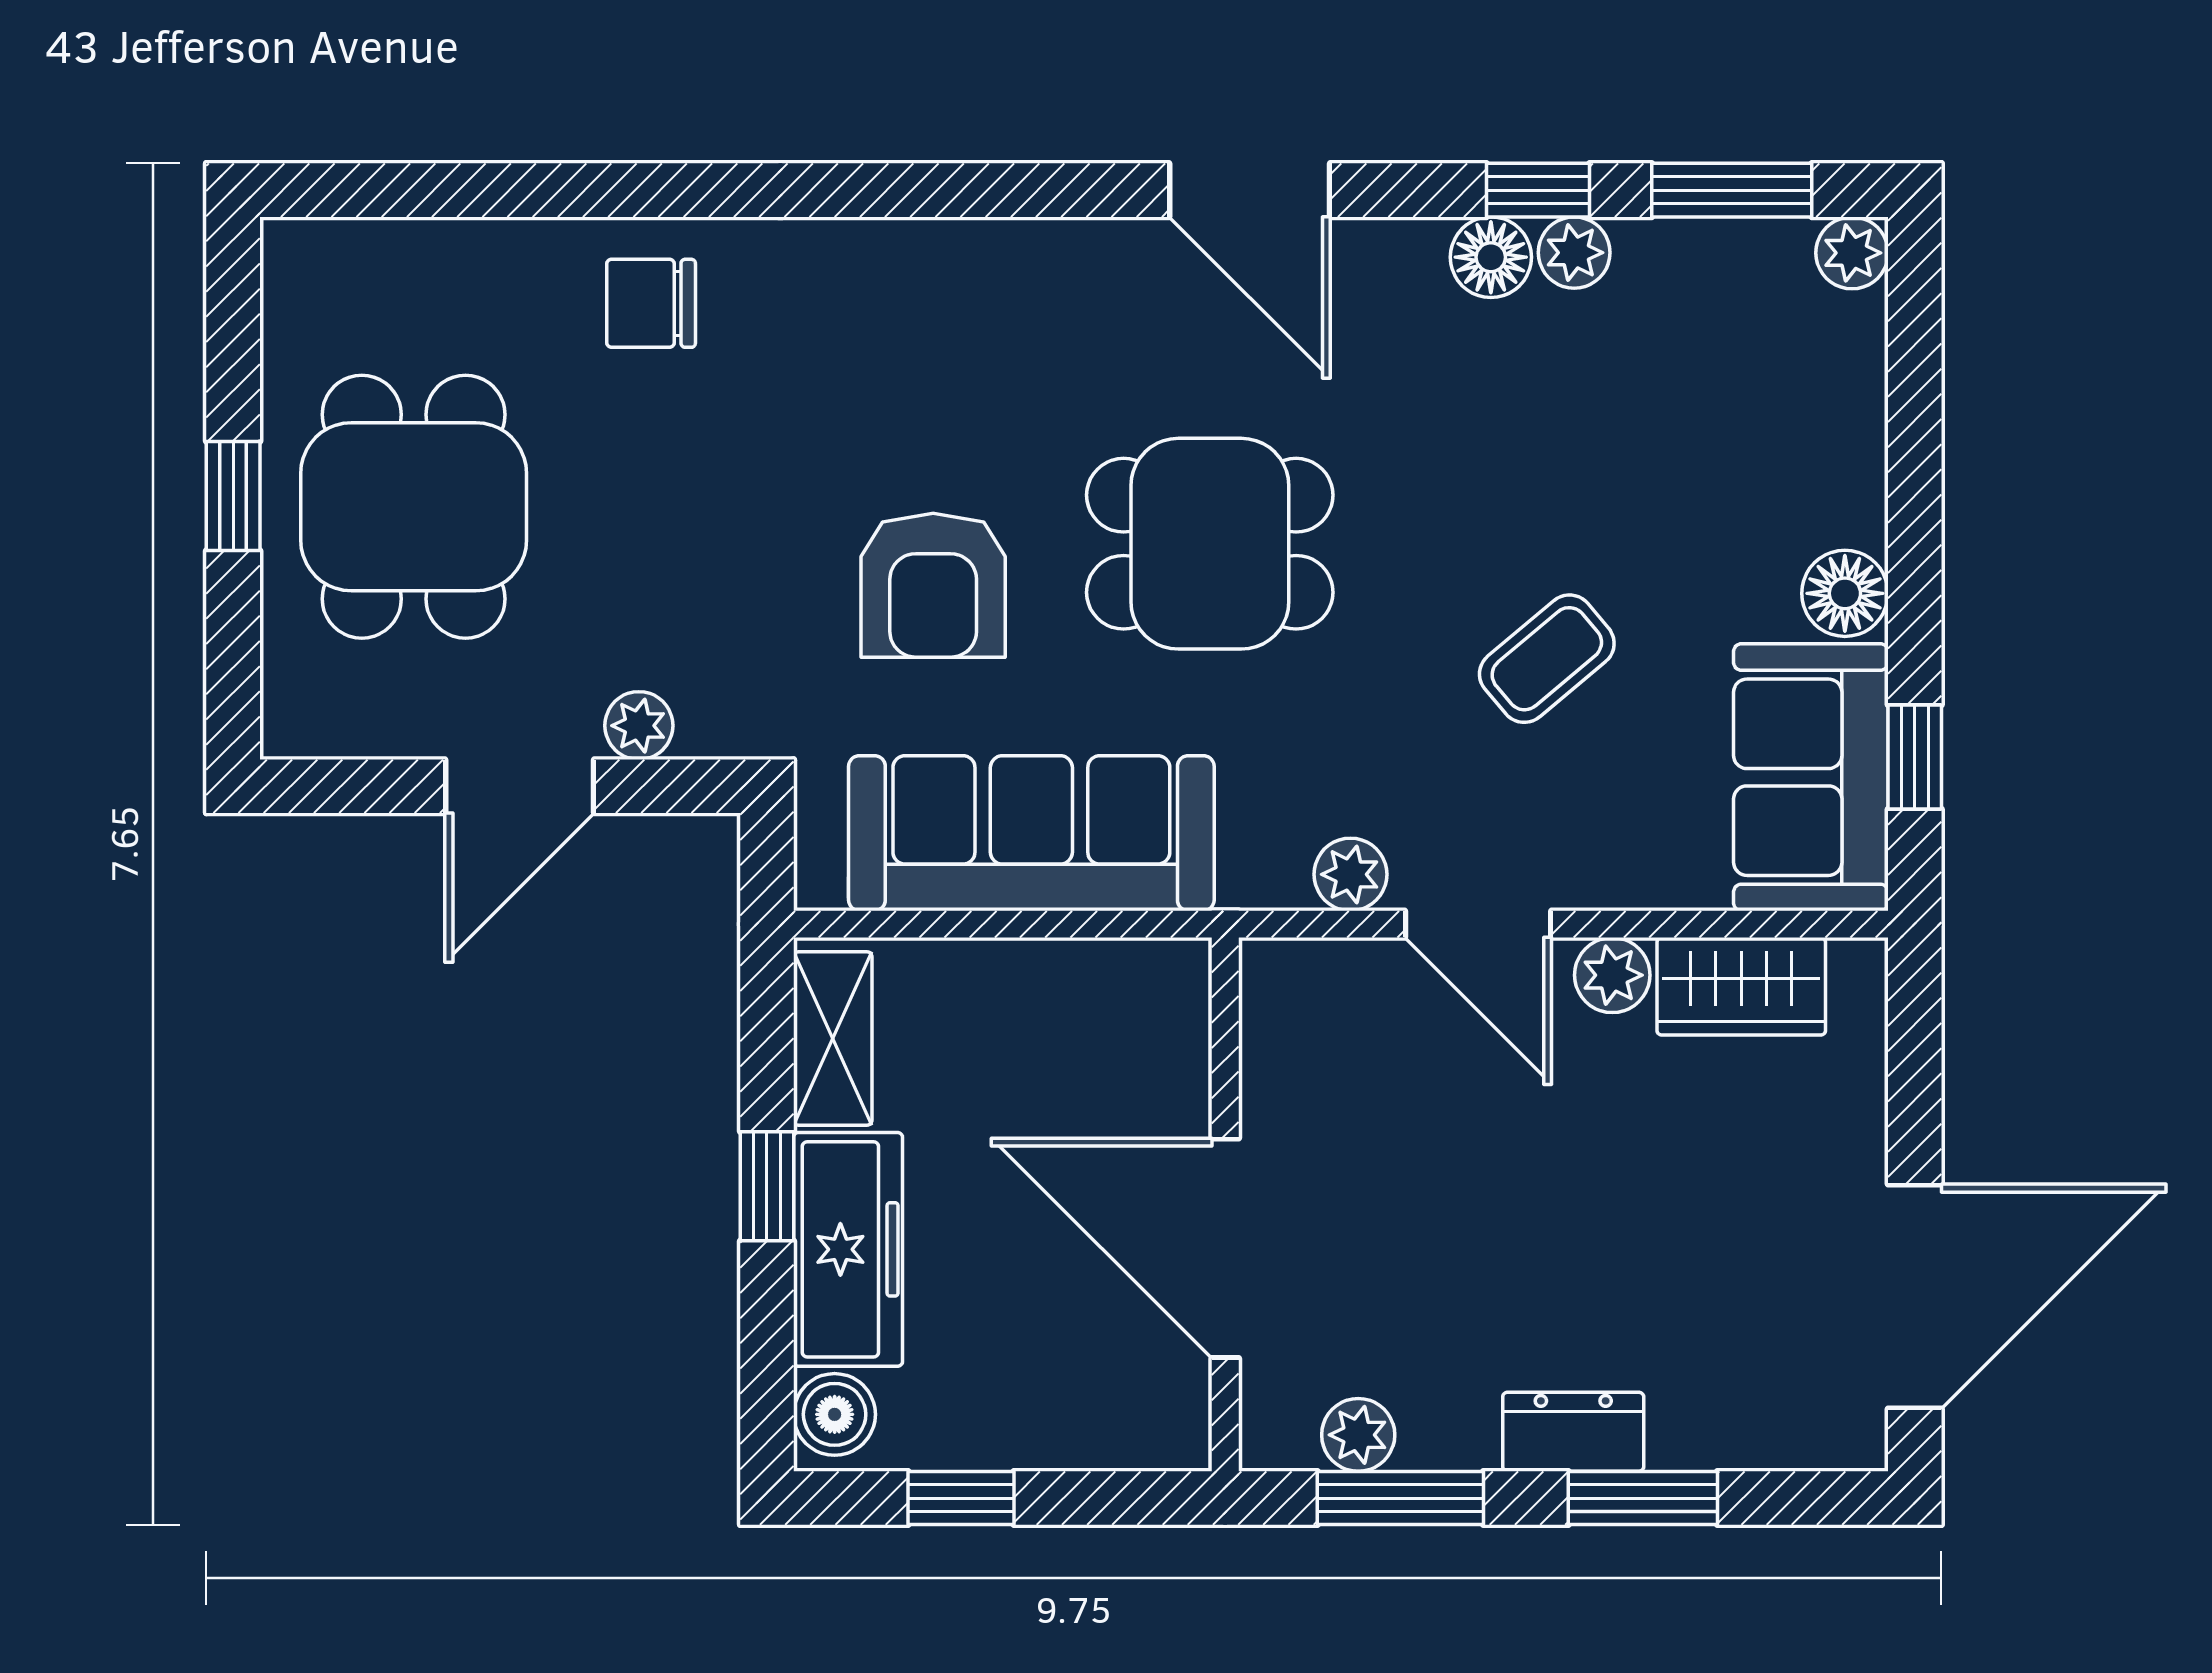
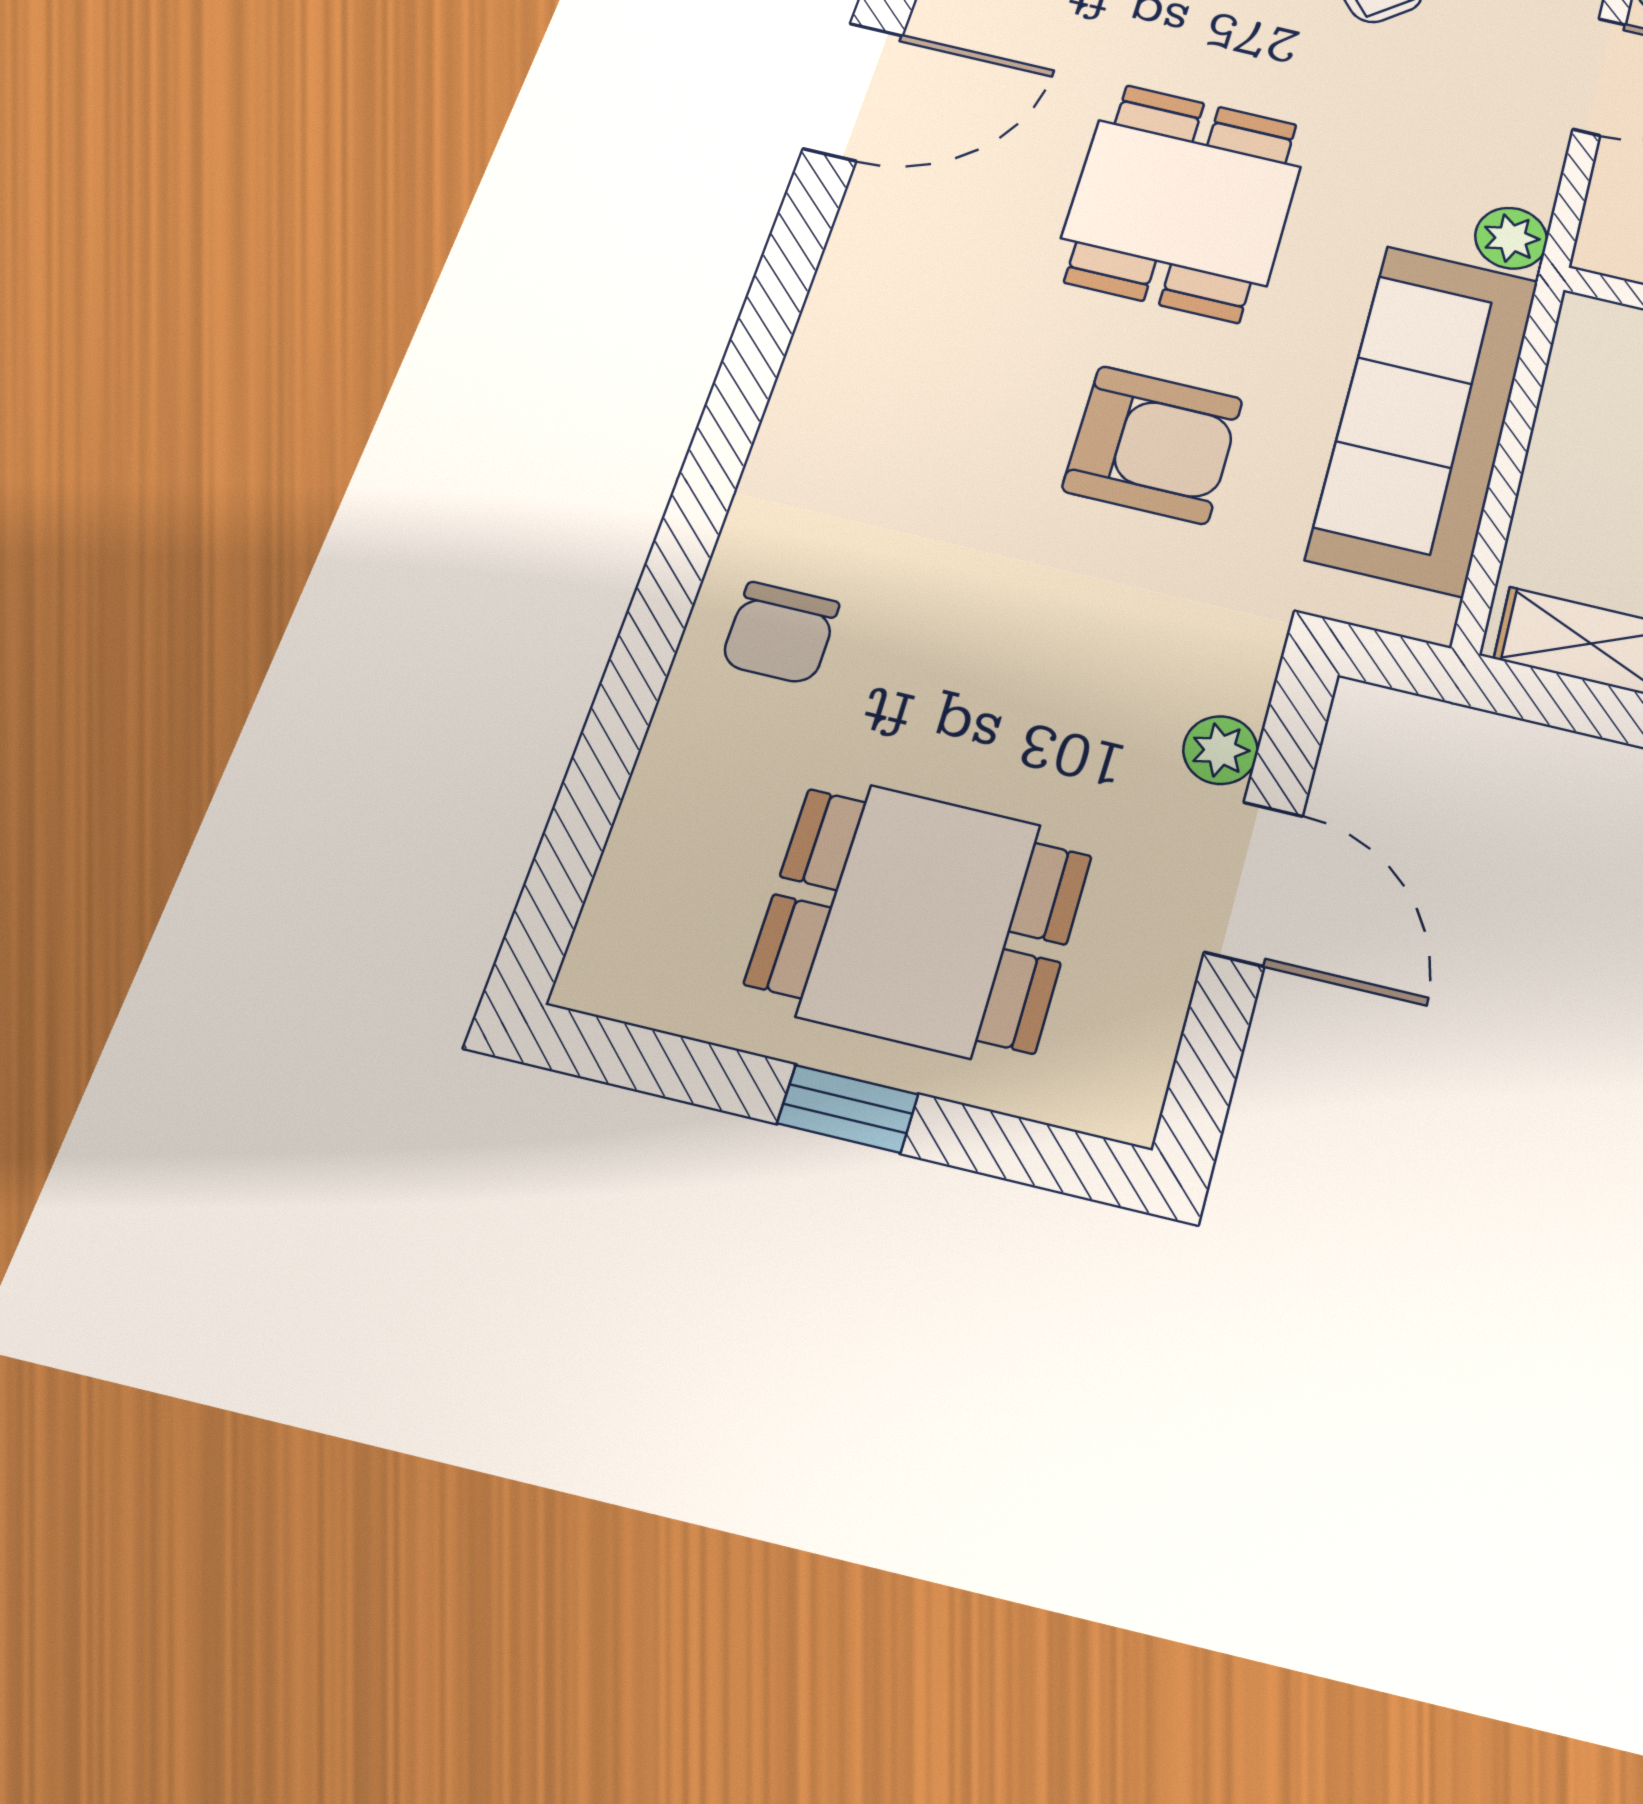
plant: (1350, 874) -> (1511, 238), moved

